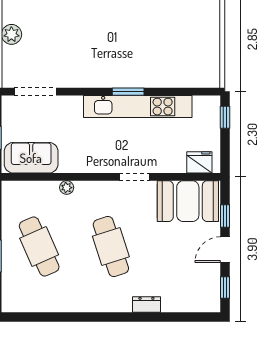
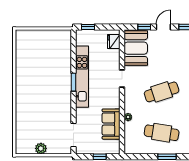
sofa: (31, 158) -> (111, 124), moved
cafe table: (39, 246) -> (162, 133), turned 33
door: (225, 250) -> (163, 27), swing flipped

